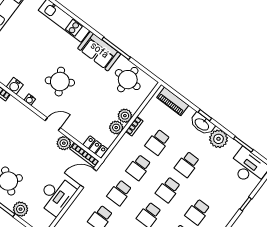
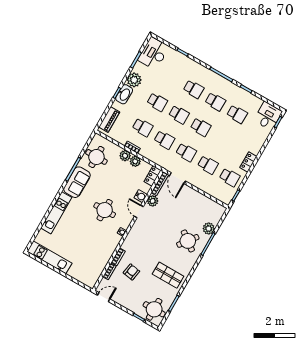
round table: (60, 82) -> (105, 210), turned 31
water cooler: (15, 86) -> (141, 196), moved
desk: (56, 195) -> (194, 202), removed

